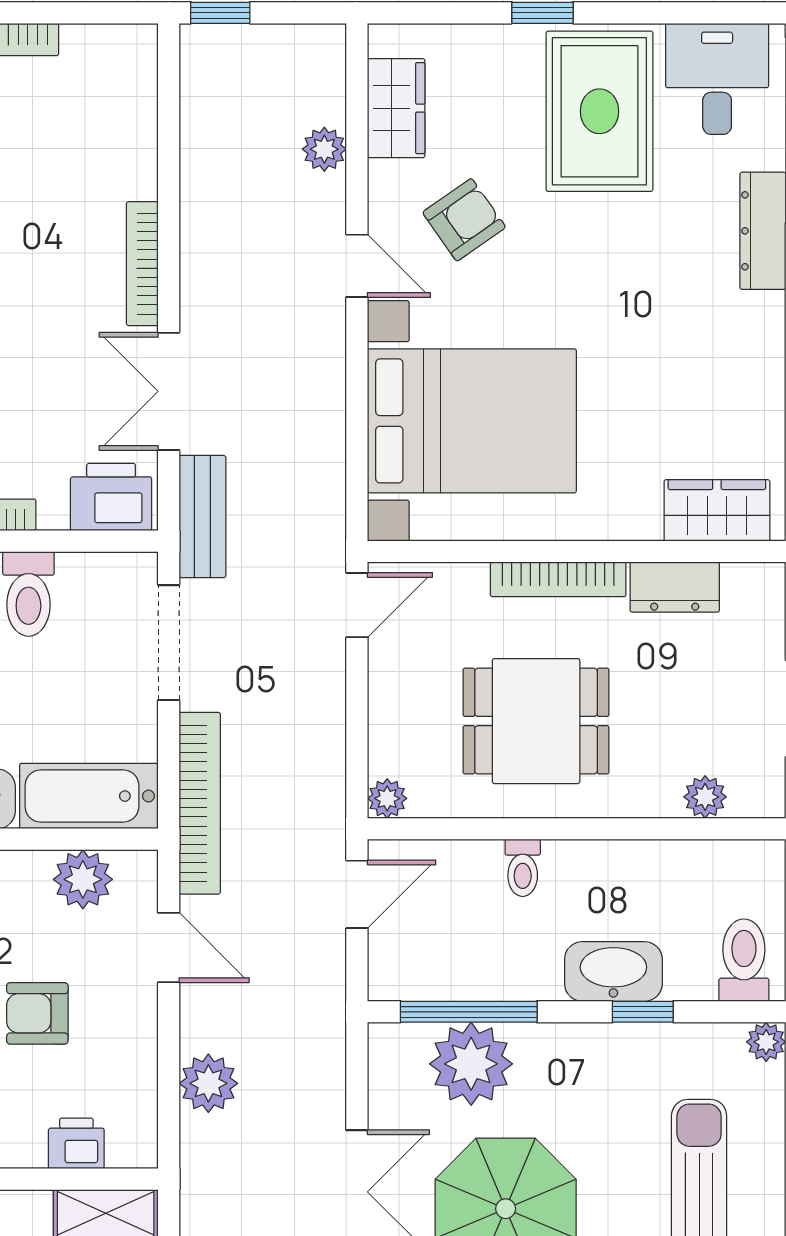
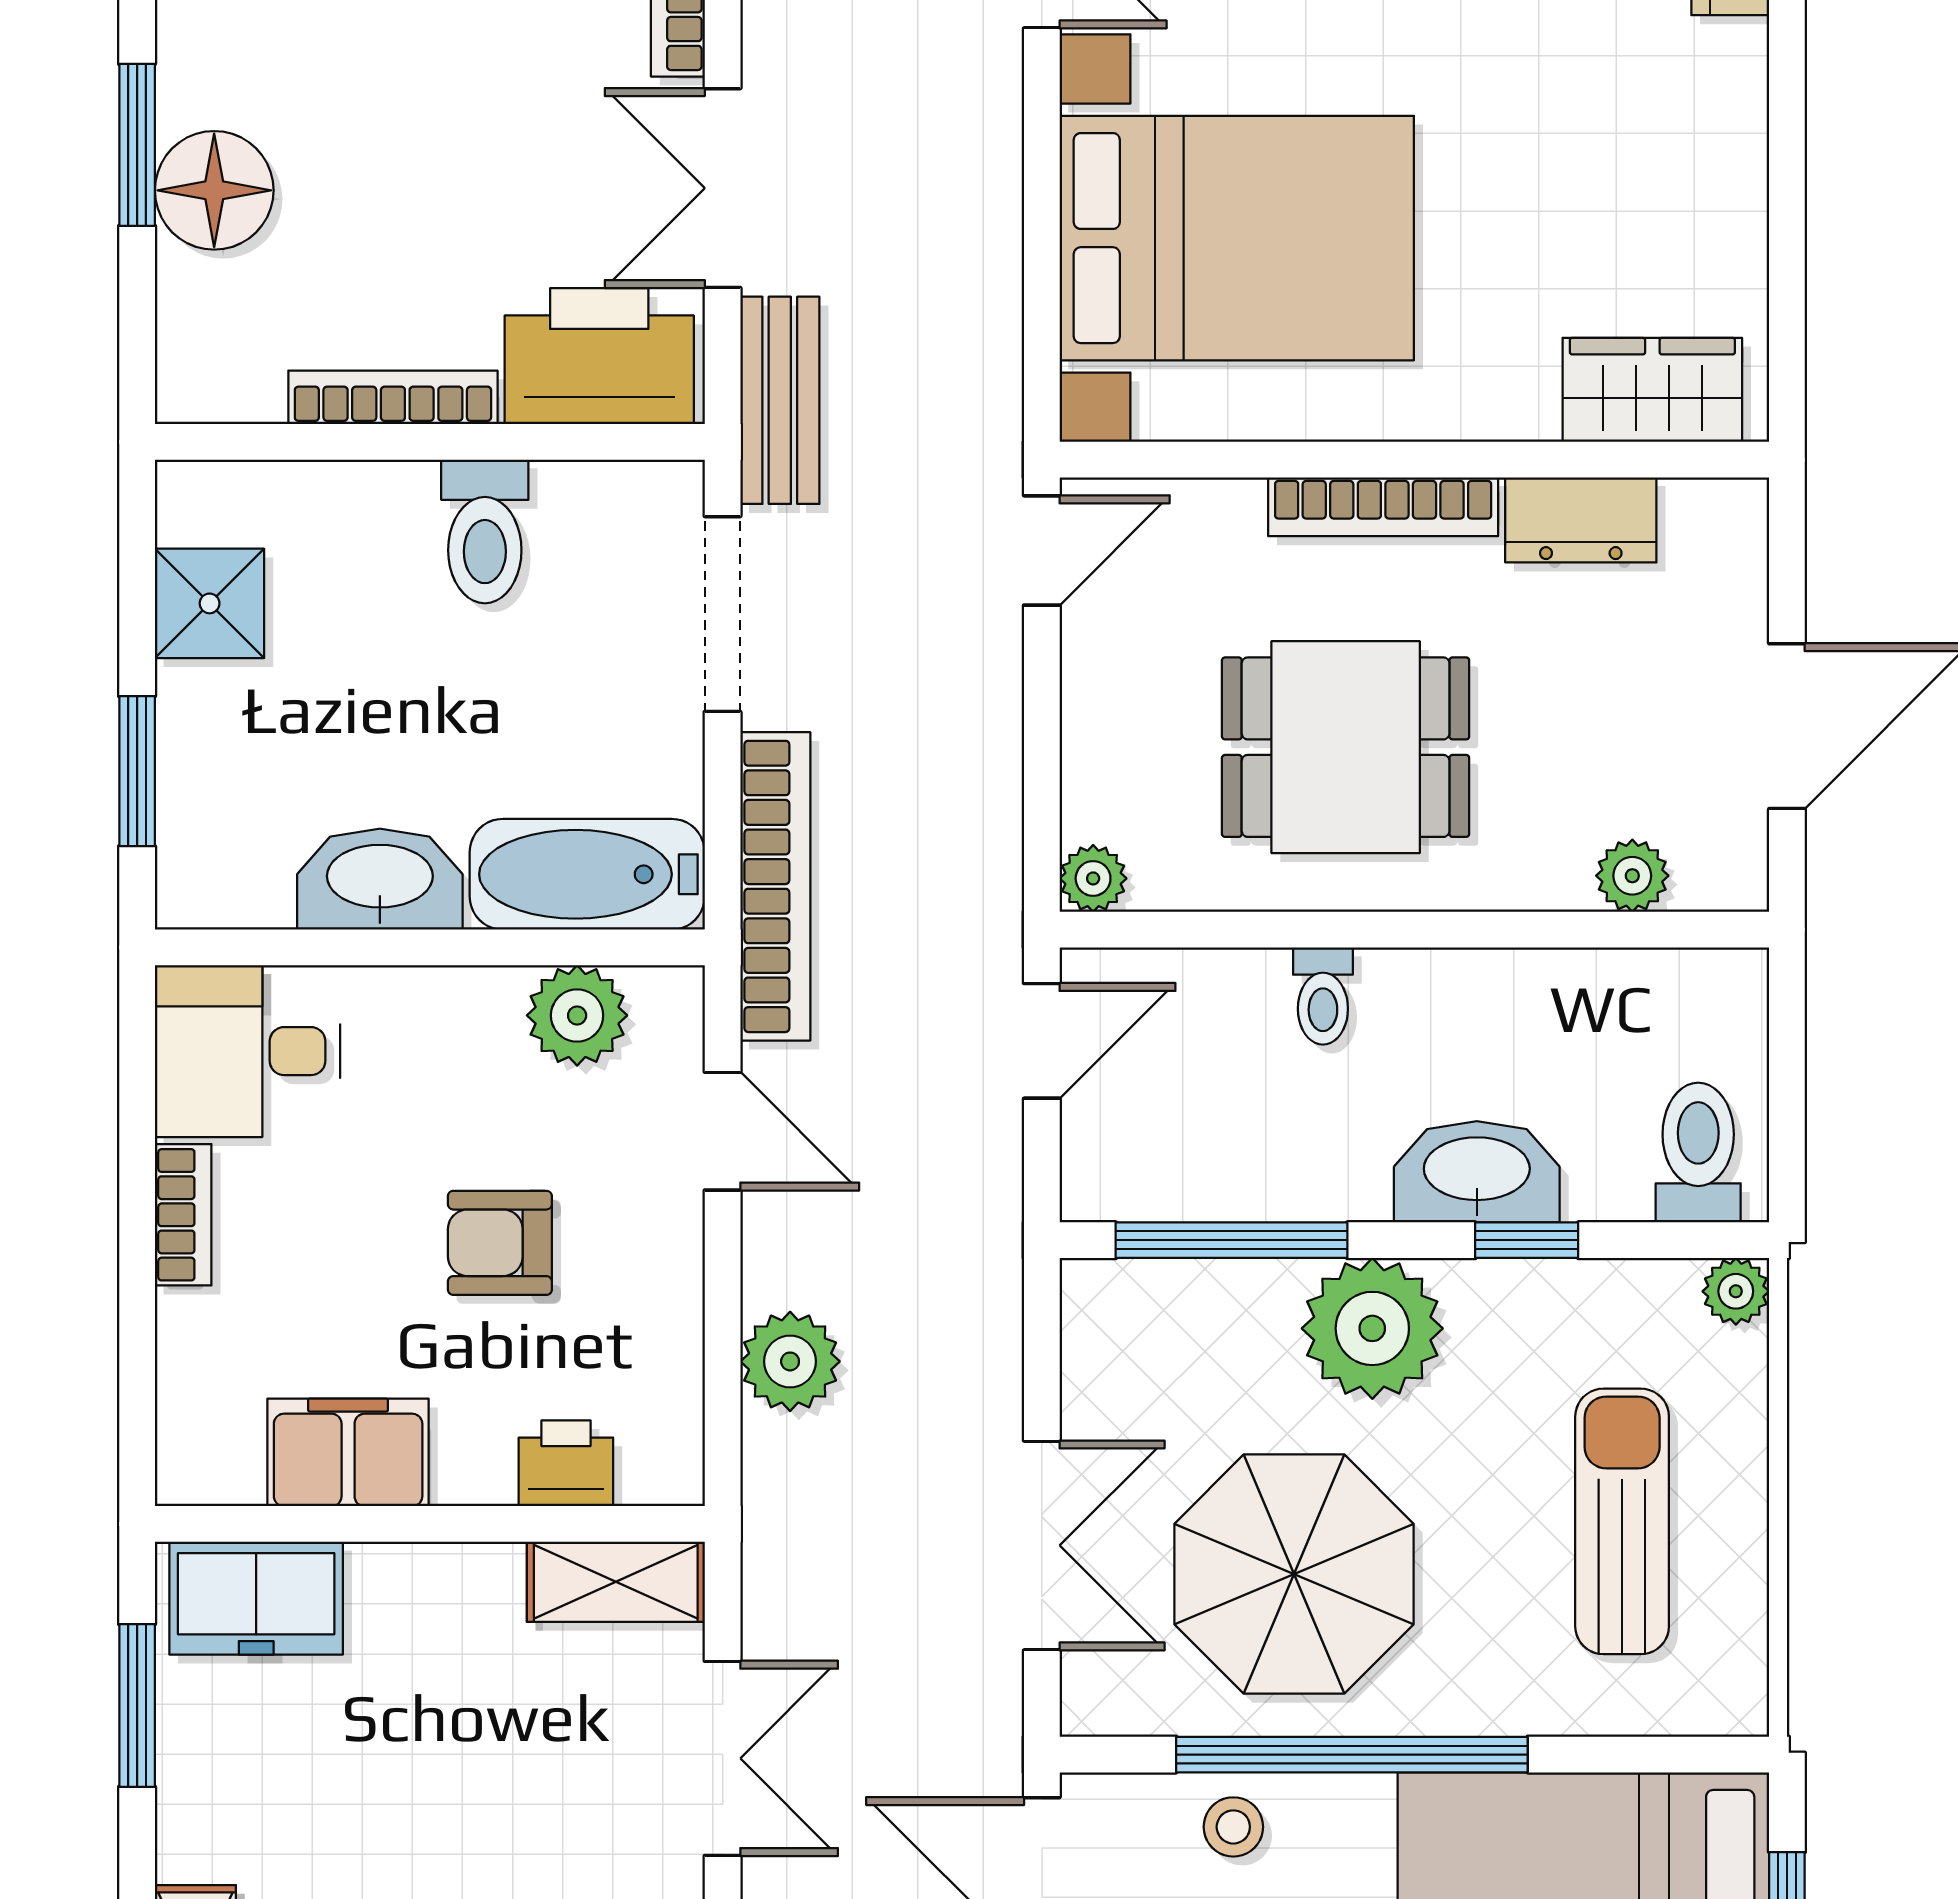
printer: (111, 497) -> (599, 356), width x1.37, depth x1.19
plant: (471, 1064) -> (1372, 1328), moved

